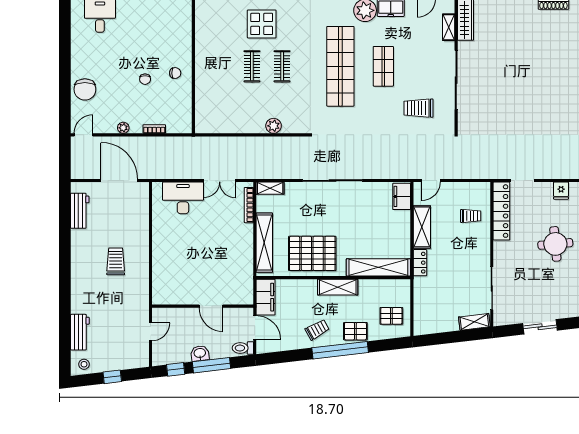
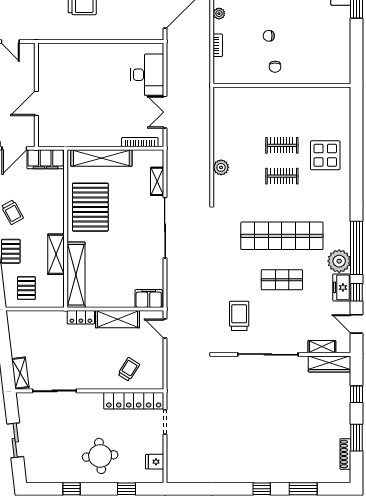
shelving: (270, 188) -> (157, 181), moved
trolley: (471, 216) -> (129, 369), turned -148
shelving: (338, 287) -> (56, 254), moved

